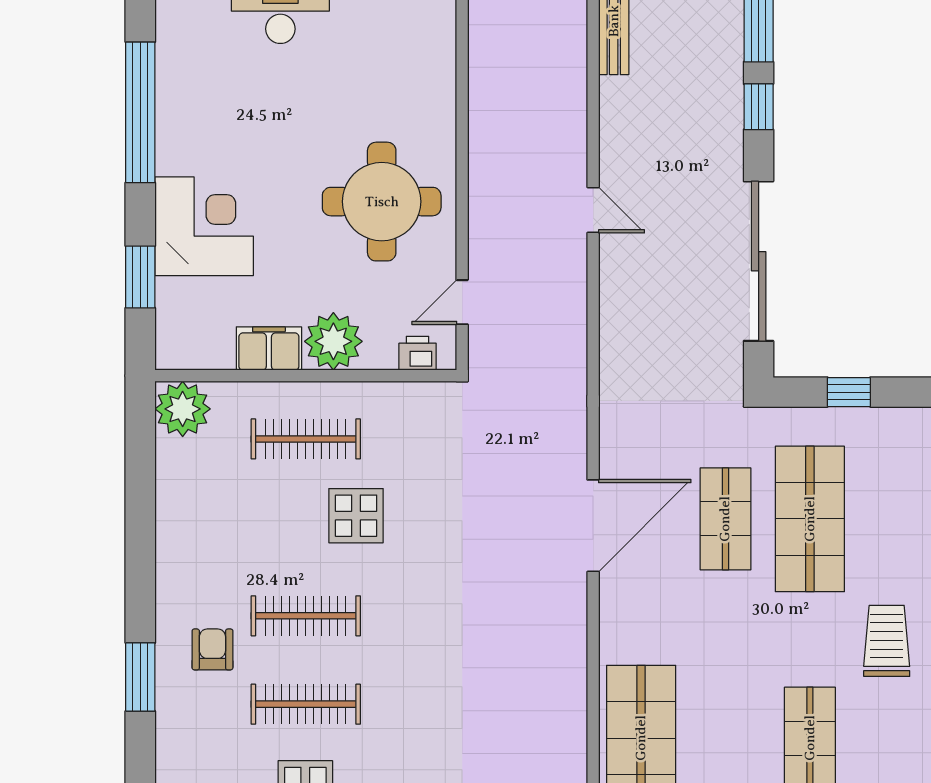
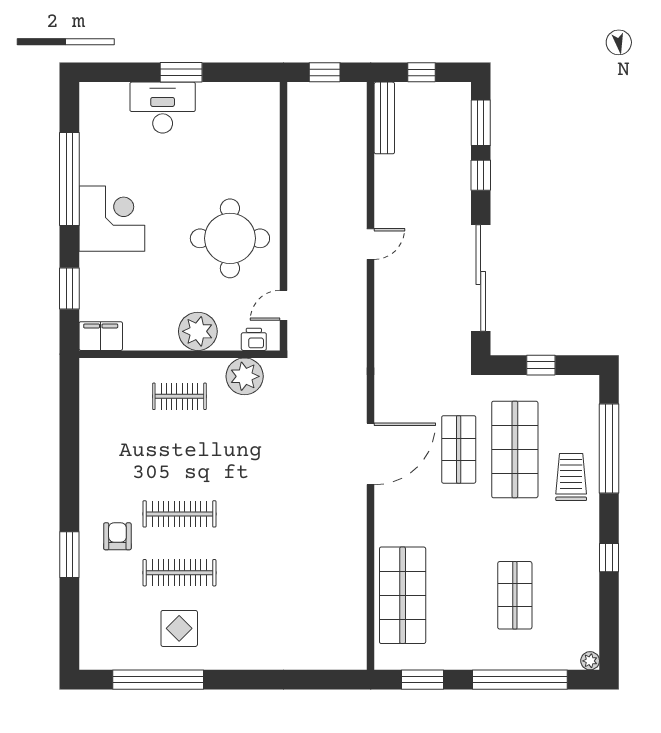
door: (593, 210) -> (371, 244), hinge flipped
corner desk: (204, 226) -> (112, 219), moved
filing cabinet: (269, 349) -> (101, 336), moved
plant: (183, 409) -> (245, 376), moved
clothes rail: (306, 439) -> (179, 396), width x0.73
display table: (356, 516) -> (213, 447), removed
trolley: (887, 641) -> (571, 477), moved

